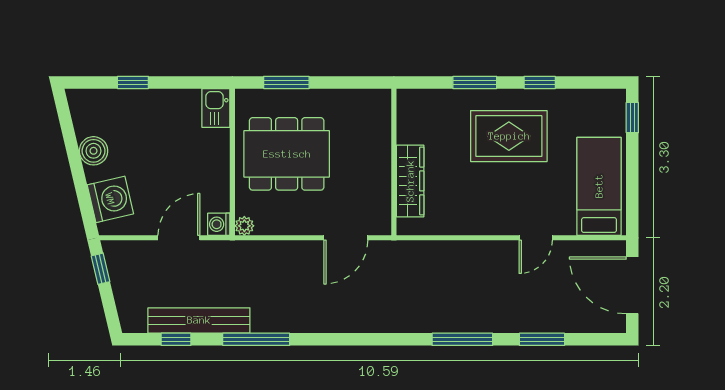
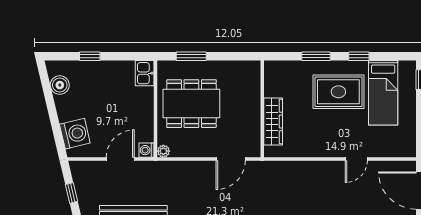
boiler: (94, 151) -> (60, 85), moved
bed: (599, 186) -> (383, 93), moved, turned 180
window: (101, 269) -> (72, 193), moved

